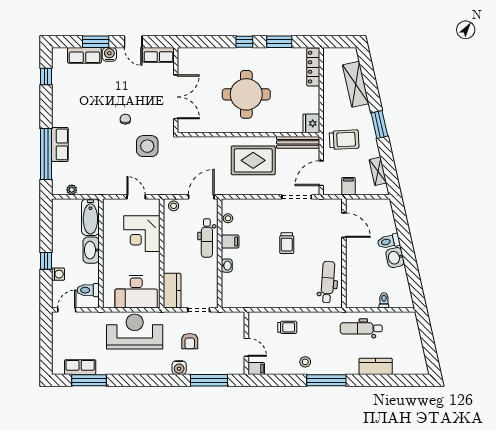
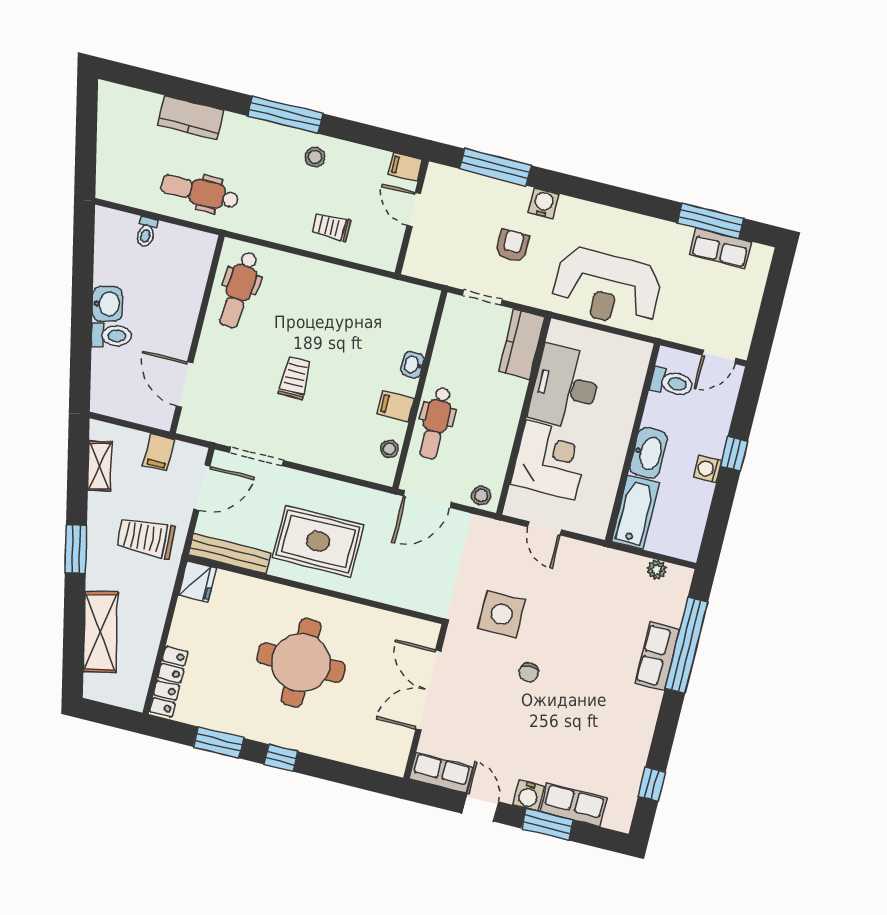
dental chair: (207, 238) -> (436, 423), turned 180
washing machine: (58, 274) -> (708, 469), moved
desk: (136, 292) -> (565, 387), moved, turned -90
dental chair: (361, 328) -> (200, 192), turned 180

